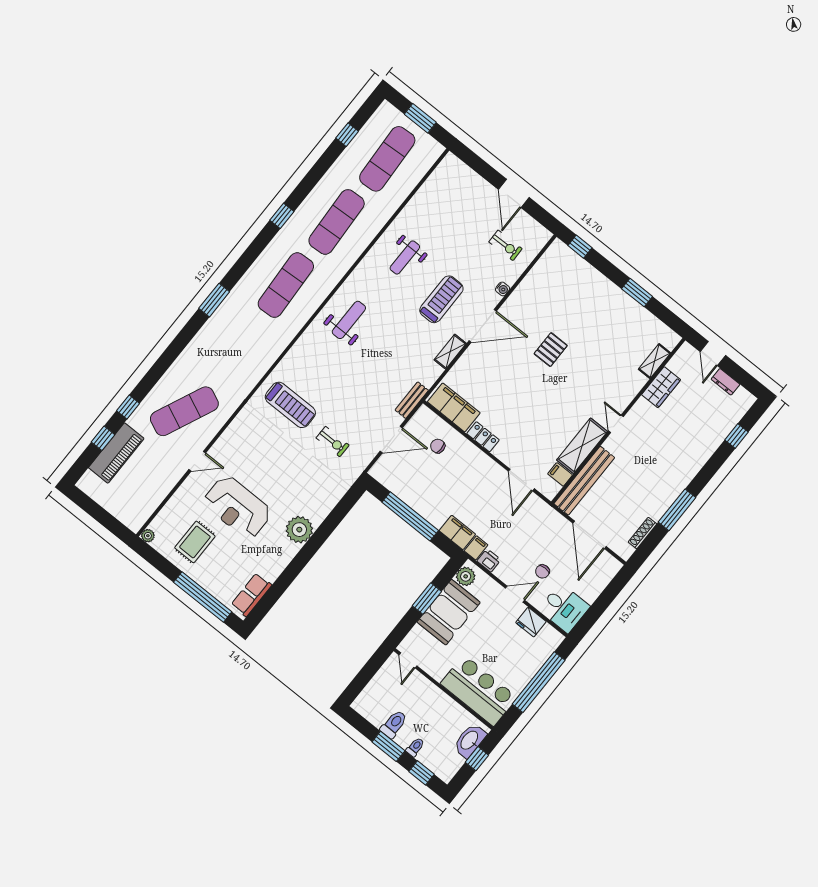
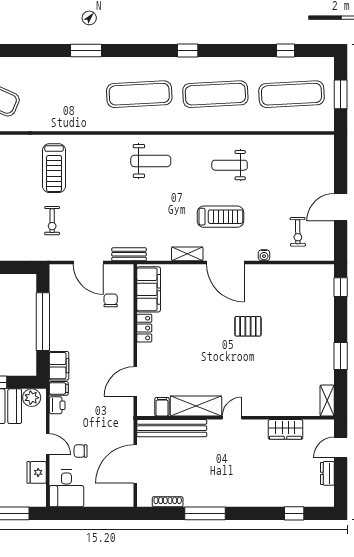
shelving: (655, 361) -> (327, 401), moved, turned 90

